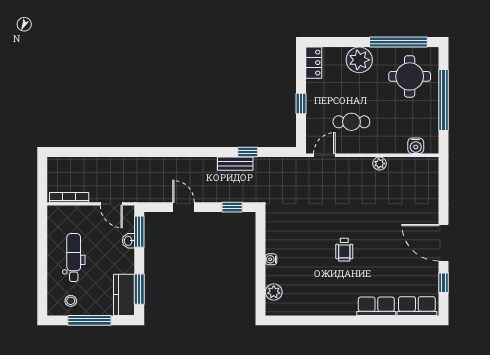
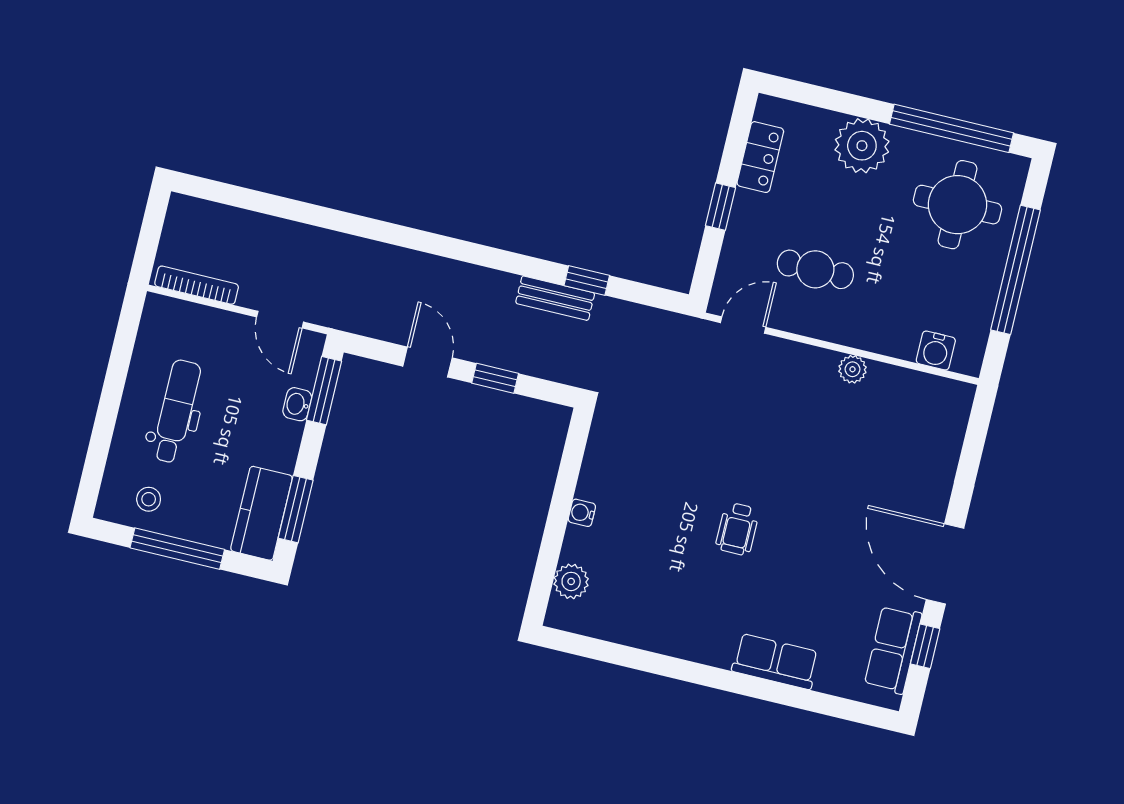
locker: (314, 63) -> (760, 157), moved
window: (232, 207) -> (495, 378), moved
row of seats: (417, 306) -> (893, 649), moved, turned -90

